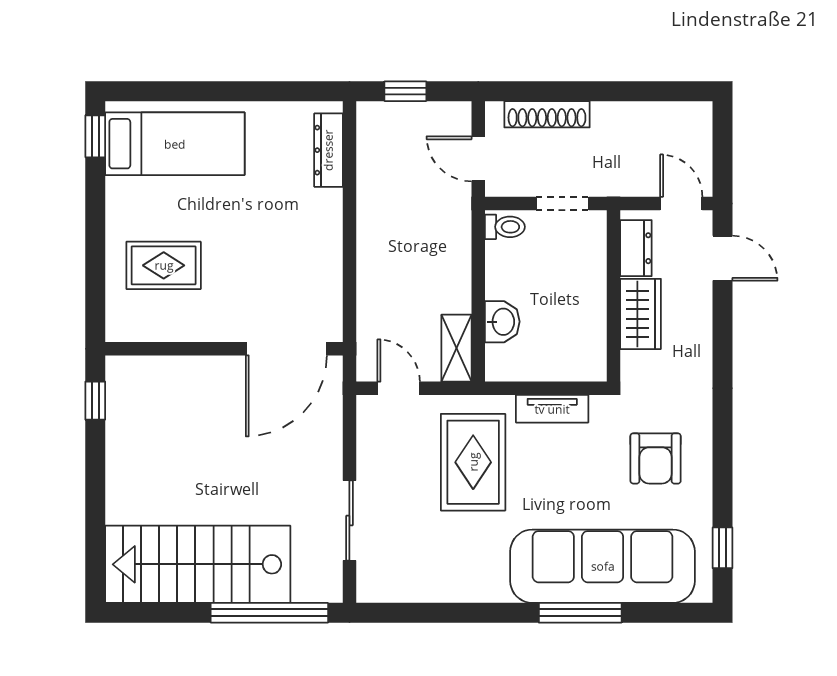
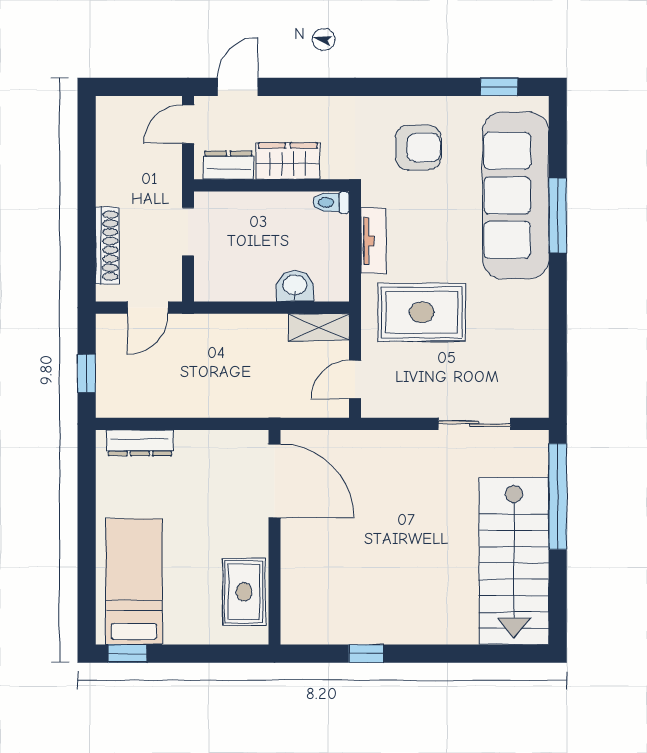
toilet: (505, 227) -> (331, 202), moved, turned -90
wall: (224, 349) -> (274, 537), moved
door: (286, 349) -> (274, 481), moved

